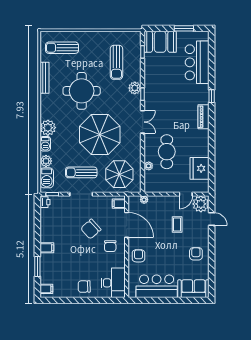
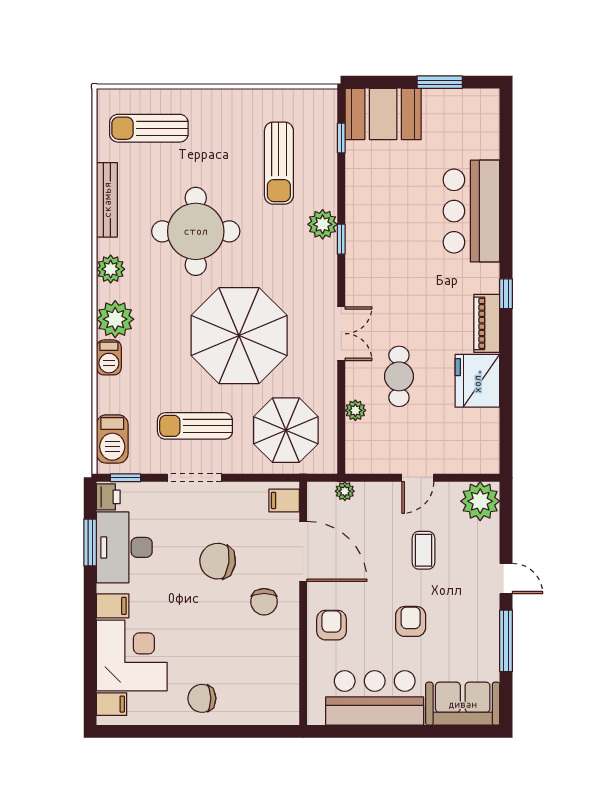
bar counter: (197, 62) -> (471, 211), moved
window: (212, 96) -> (506, 294), moved
piano: (204, 117) -> (487, 323), moved
double door: (143, 122) -> (341, 334), moved
cafe table: (167, 152) -> (399, 376), width x0.73, depth x0.74
plant: (46, 161) -> (111, 269), moved
fridge: (200, 168) -> (477, 381), moved
door: (186, 194) -> (418, 478), moved
door: (212, 219) -> (506, 579), moved
chair: (91, 229) -> (218, 561), turned 50
armchair: (196, 254) -> (411, 621), moved
window: (212, 262) -> (506, 641), added
window: (37, 267) -> (90, 543), moved
corner desk: (55, 269) -> (132, 655), added
desk: (113, 283) -> (124, 547), moved, turned 180

